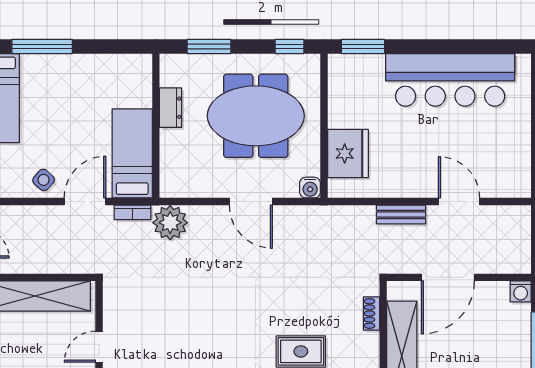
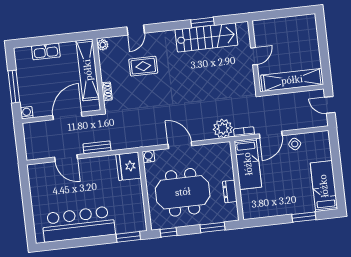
window: (42, 46) -> (304, 217), width x0.69
fridge: (348, 153) -> (129, 166), moved

